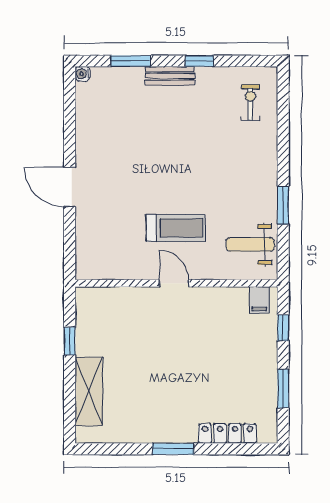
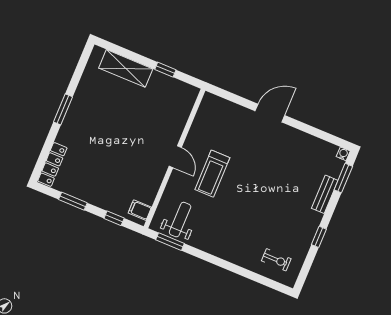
window: (131, 61) -> (343, 178), moved
bench: (170, 76) -> (325, 194), moved
window: (283, 205) -> (170, 242), moved
door: (174, 283) -> (175, 157), hinge flipped
locker: (227, 433) -> (52, 164), moved

